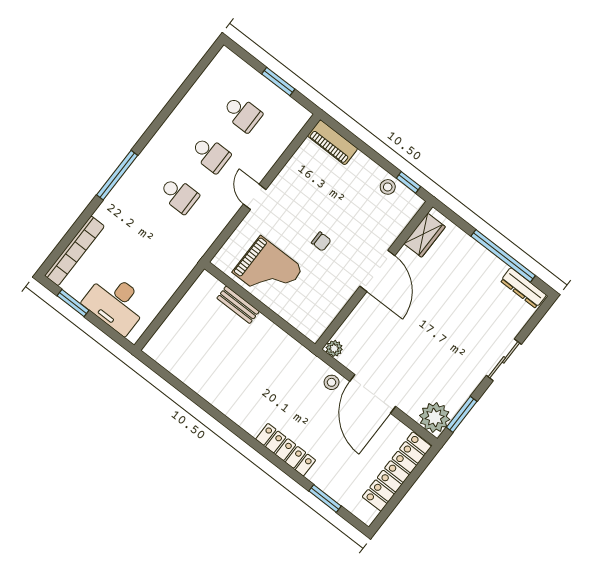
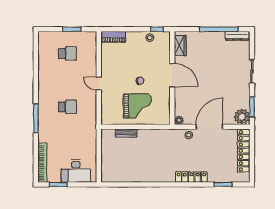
school desk: (211, 154) -> (67, 80), removed
grand piano: (268, 270) -> (137, 106), moved
door: (373, 394) -> (209, 127), swing flipped

